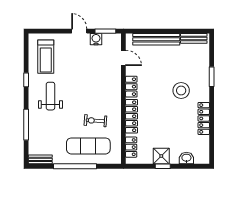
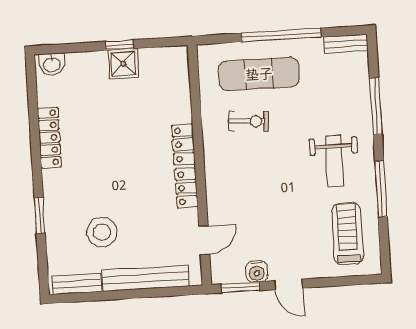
door: (123, 58) -> (204, 240), swing flipped
window: (26, 80) -> (381, 189), width x2.17
stool: (181, 90) -> (102, 232), moved
locker: (132, 116) -> (183, 145), width x0.66
locker: (131, 147) -> (180, 77), removed
washbasin: (186, 158) -> (52, 64), moved

